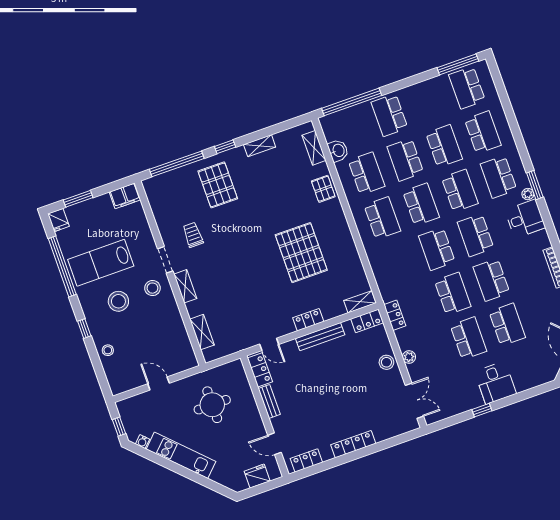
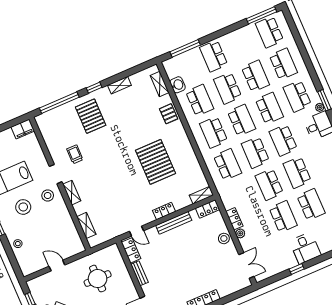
window: (352, 102) -> (185, 48), width x0.68
school desk: (382, 218) -> (214, 132), turned 180
school desk: (398, 263) -> (227, 164), added
school desk: (453, 294) -> (269, 185), turned 180
locker: (395, 315) -> (234, 219), moved

